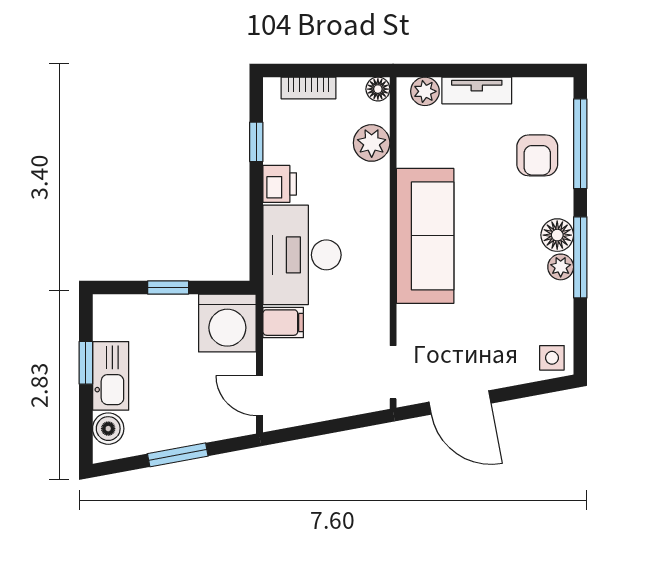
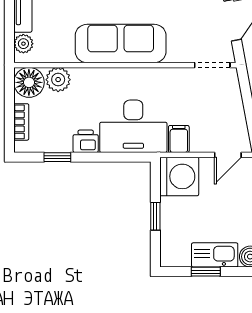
floor lamp: (378, 89) -> (29, 82), width x1.89, depth x1.89

